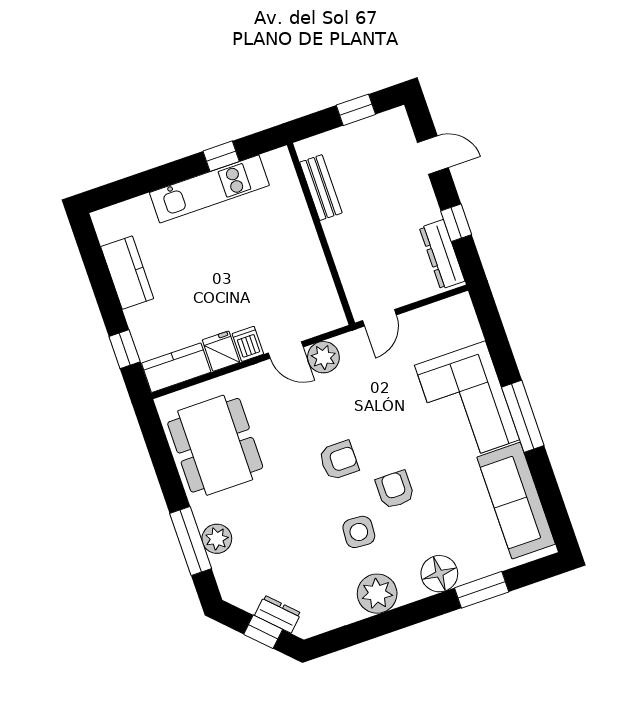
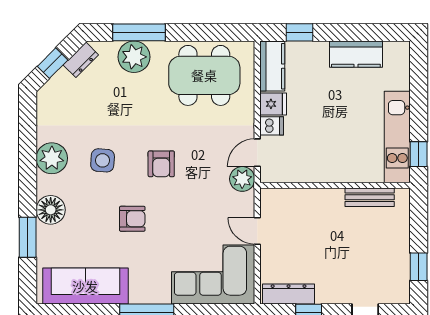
bench: (321, 188) -> (370, 197), moved
wall: (321, 234) -> (335, 185), moved
corner sofa: (467, 403) -> (213, 275), moved
armchair: (395, 490) -> (132, 219), moved
plant: (217, 539) -> (134, 57), width x1.36, depth x1.36
dresser: (278, 614) -> (81, 60), moved

